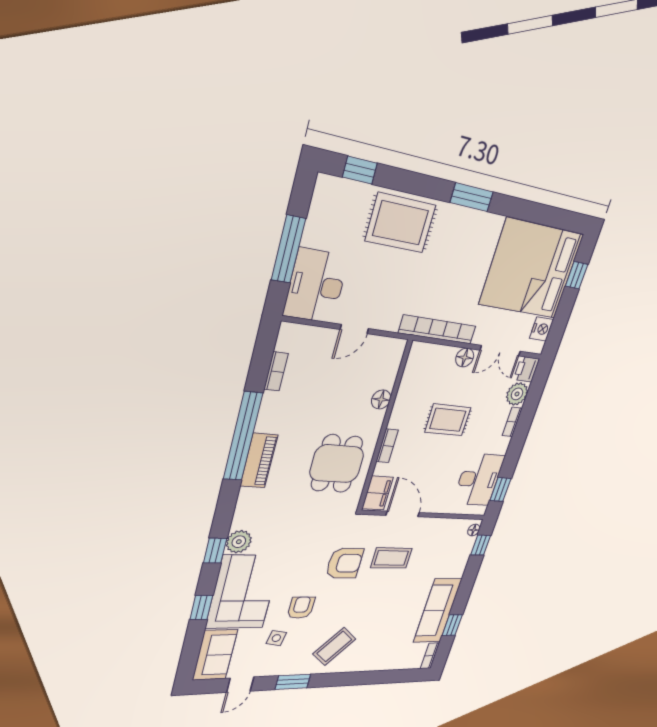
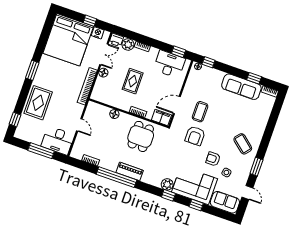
window: (577, 275) -> (90, 21), moved
dining table: (337, 464) -> (141, 136), turned 90
armchair: (345, 563) -> (195, 136), turned 180

